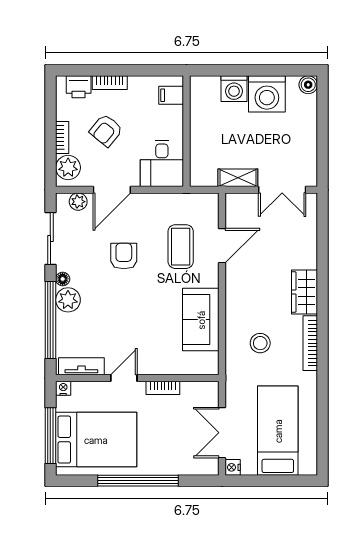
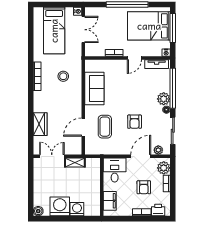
filing cabinet: (171, 95) -> (110, 201), width x2.00
armchair: (106, 130) -> (144, 187), turned 141
wardrobe: (304, 292) -> (40, 124), moved

